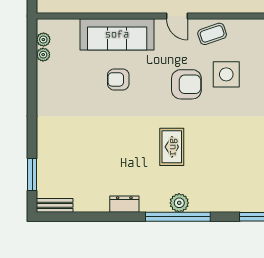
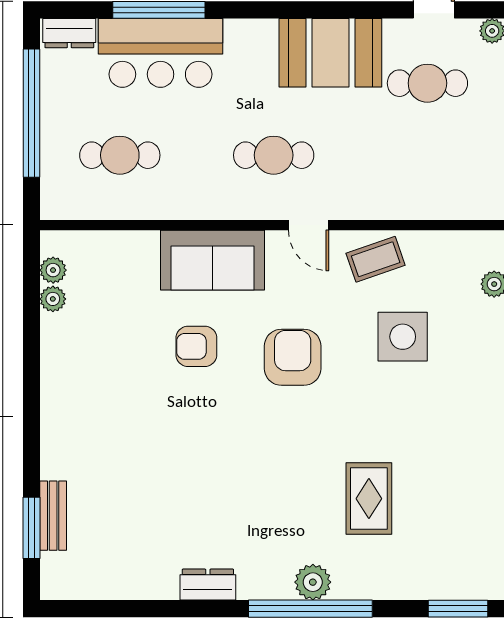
sofa: (117, 34) -> (213, 260), width x0.73
armchair: (186, 84) -> (293, 357), moved, turned -90
rug: (172, 147) -> (369, 499), moved
bench: (55, 205) -> (53, 516), moved, turned 90

